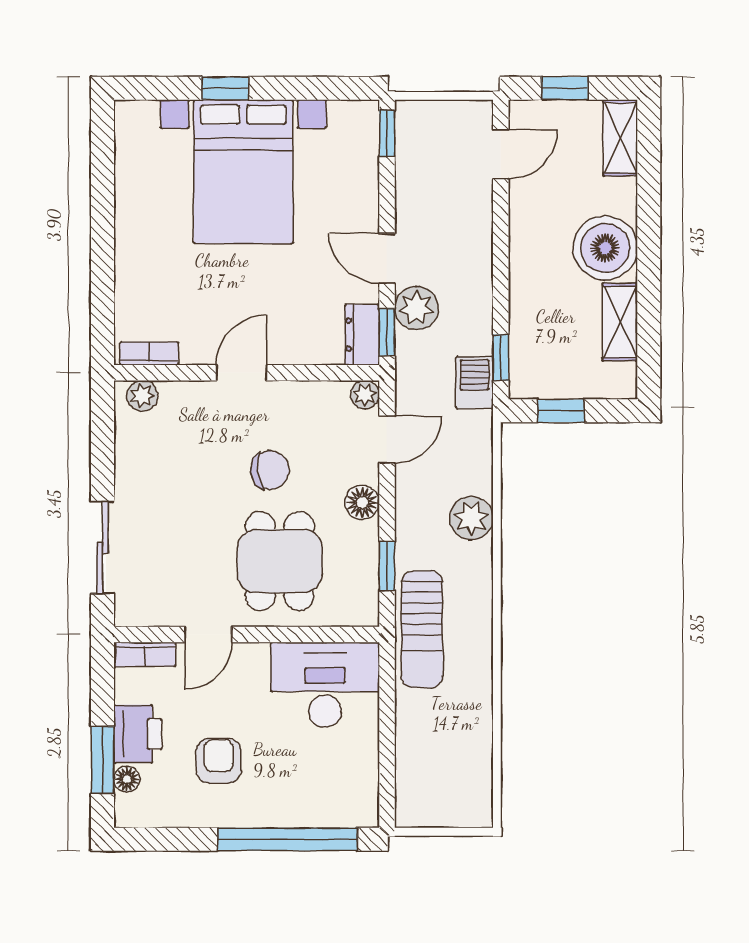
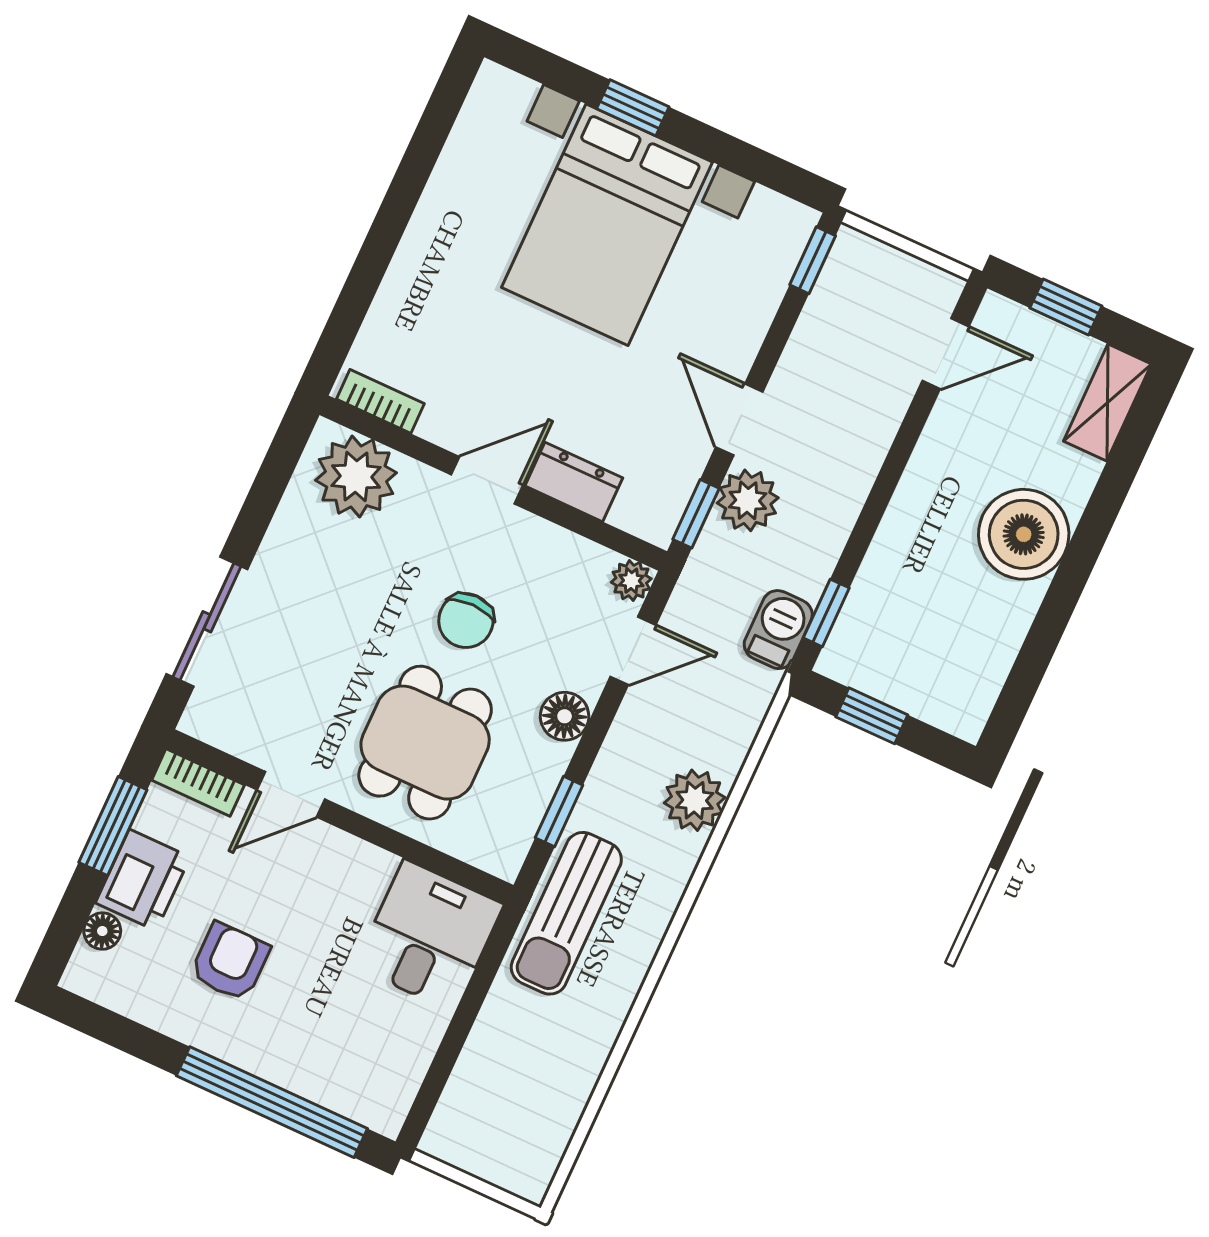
shelving: (620, 322) -> (999, 637), removed
dresser: (362, 335) -> (574, 482), moved, turned 90
plant: (142, 396) -> (356, 476), width x1.88, depth x1.88
chair: (270, 470) -> (466, 621), turned 97
desk: (325, 685) -> (429, 936), width x0.73
window: (102, 760) -> (113, 826), moved

